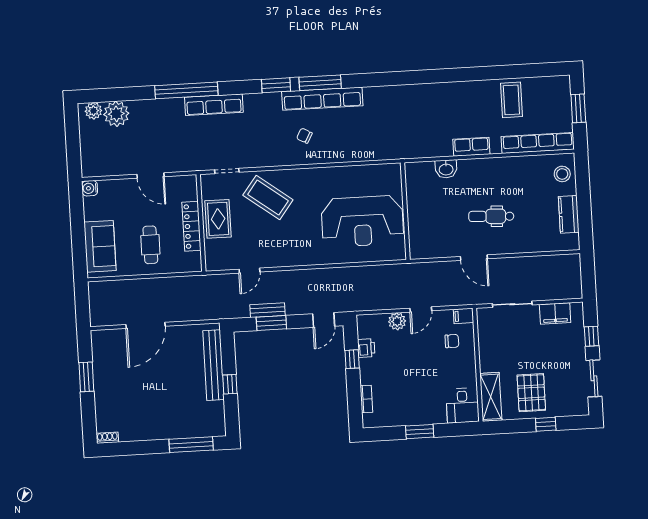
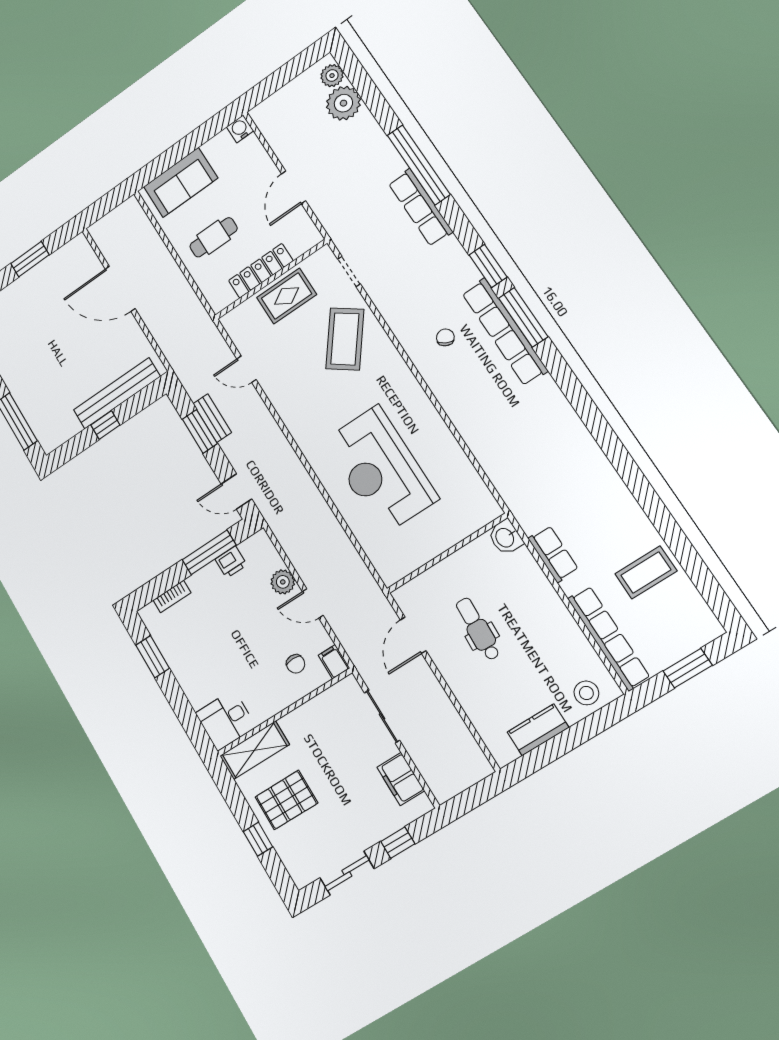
wall: (405, 211) -> (447, 553), moved
window: (352, 359) -> (209, 552), width x2.17
window: (420, 432) -> (153, 657), moved

